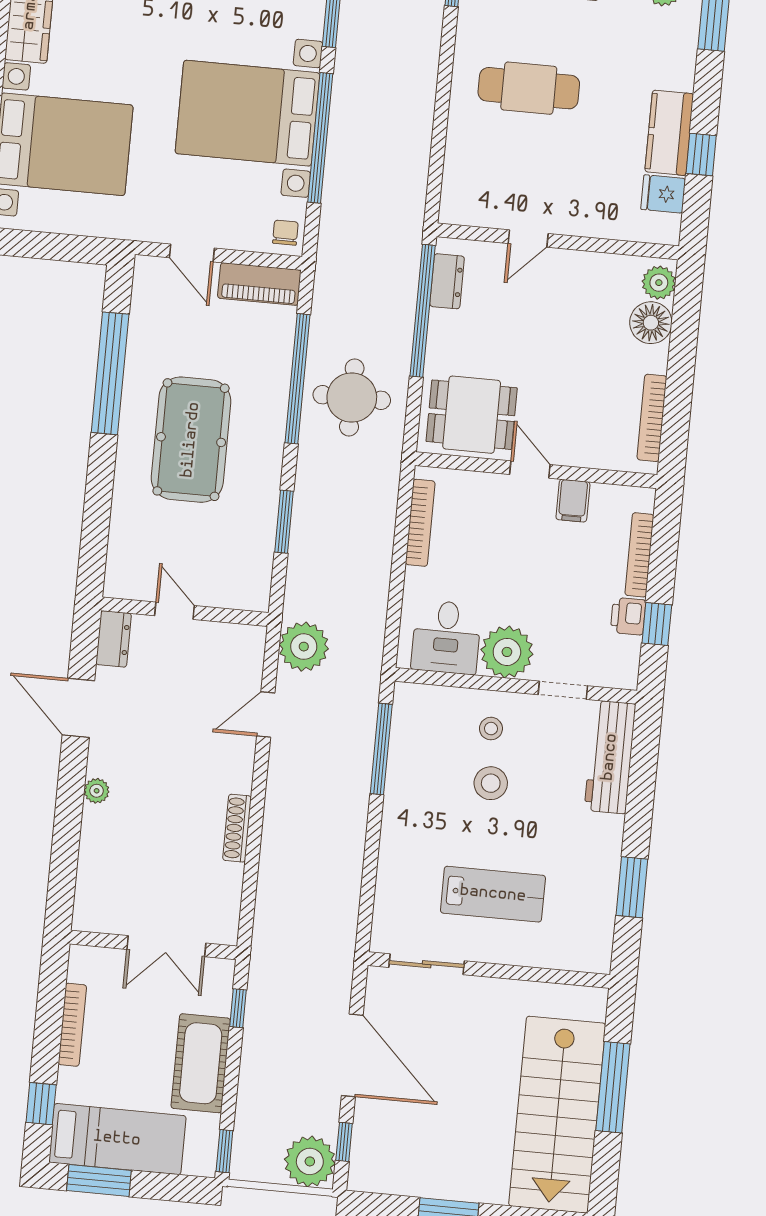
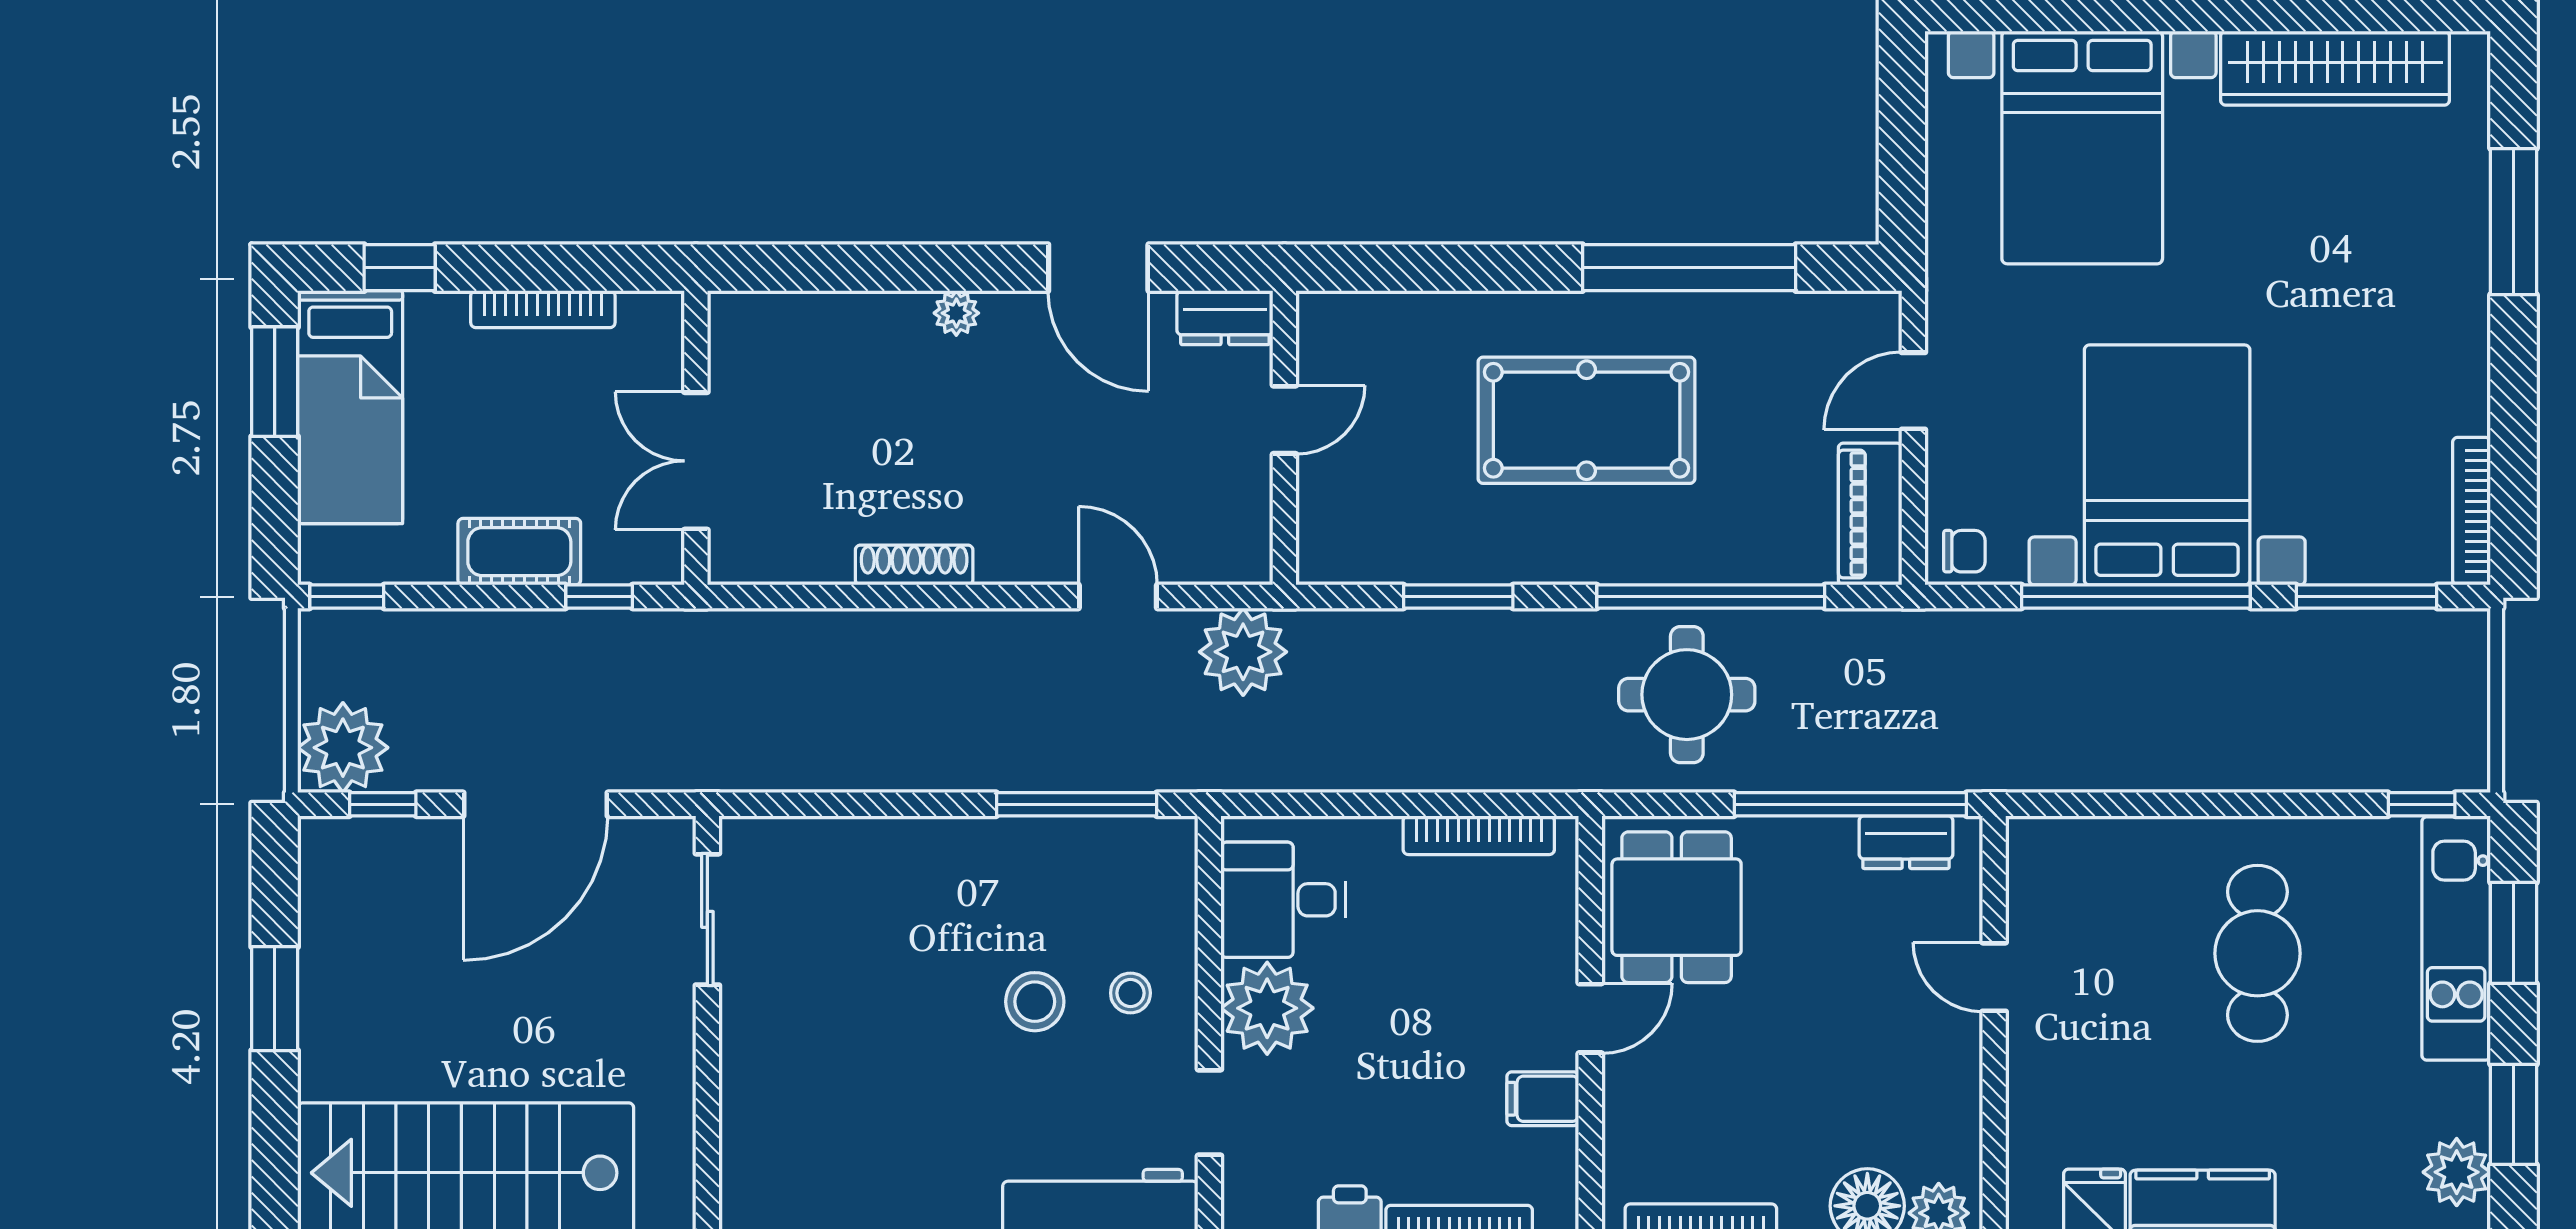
door: (78, 708) -> (1098, 268), swing flipped
lab bench: (493, 894) -> (841, 1024), removed
cot: (201, 1063) -> (519, 552), width x0.73, depth x0.75

